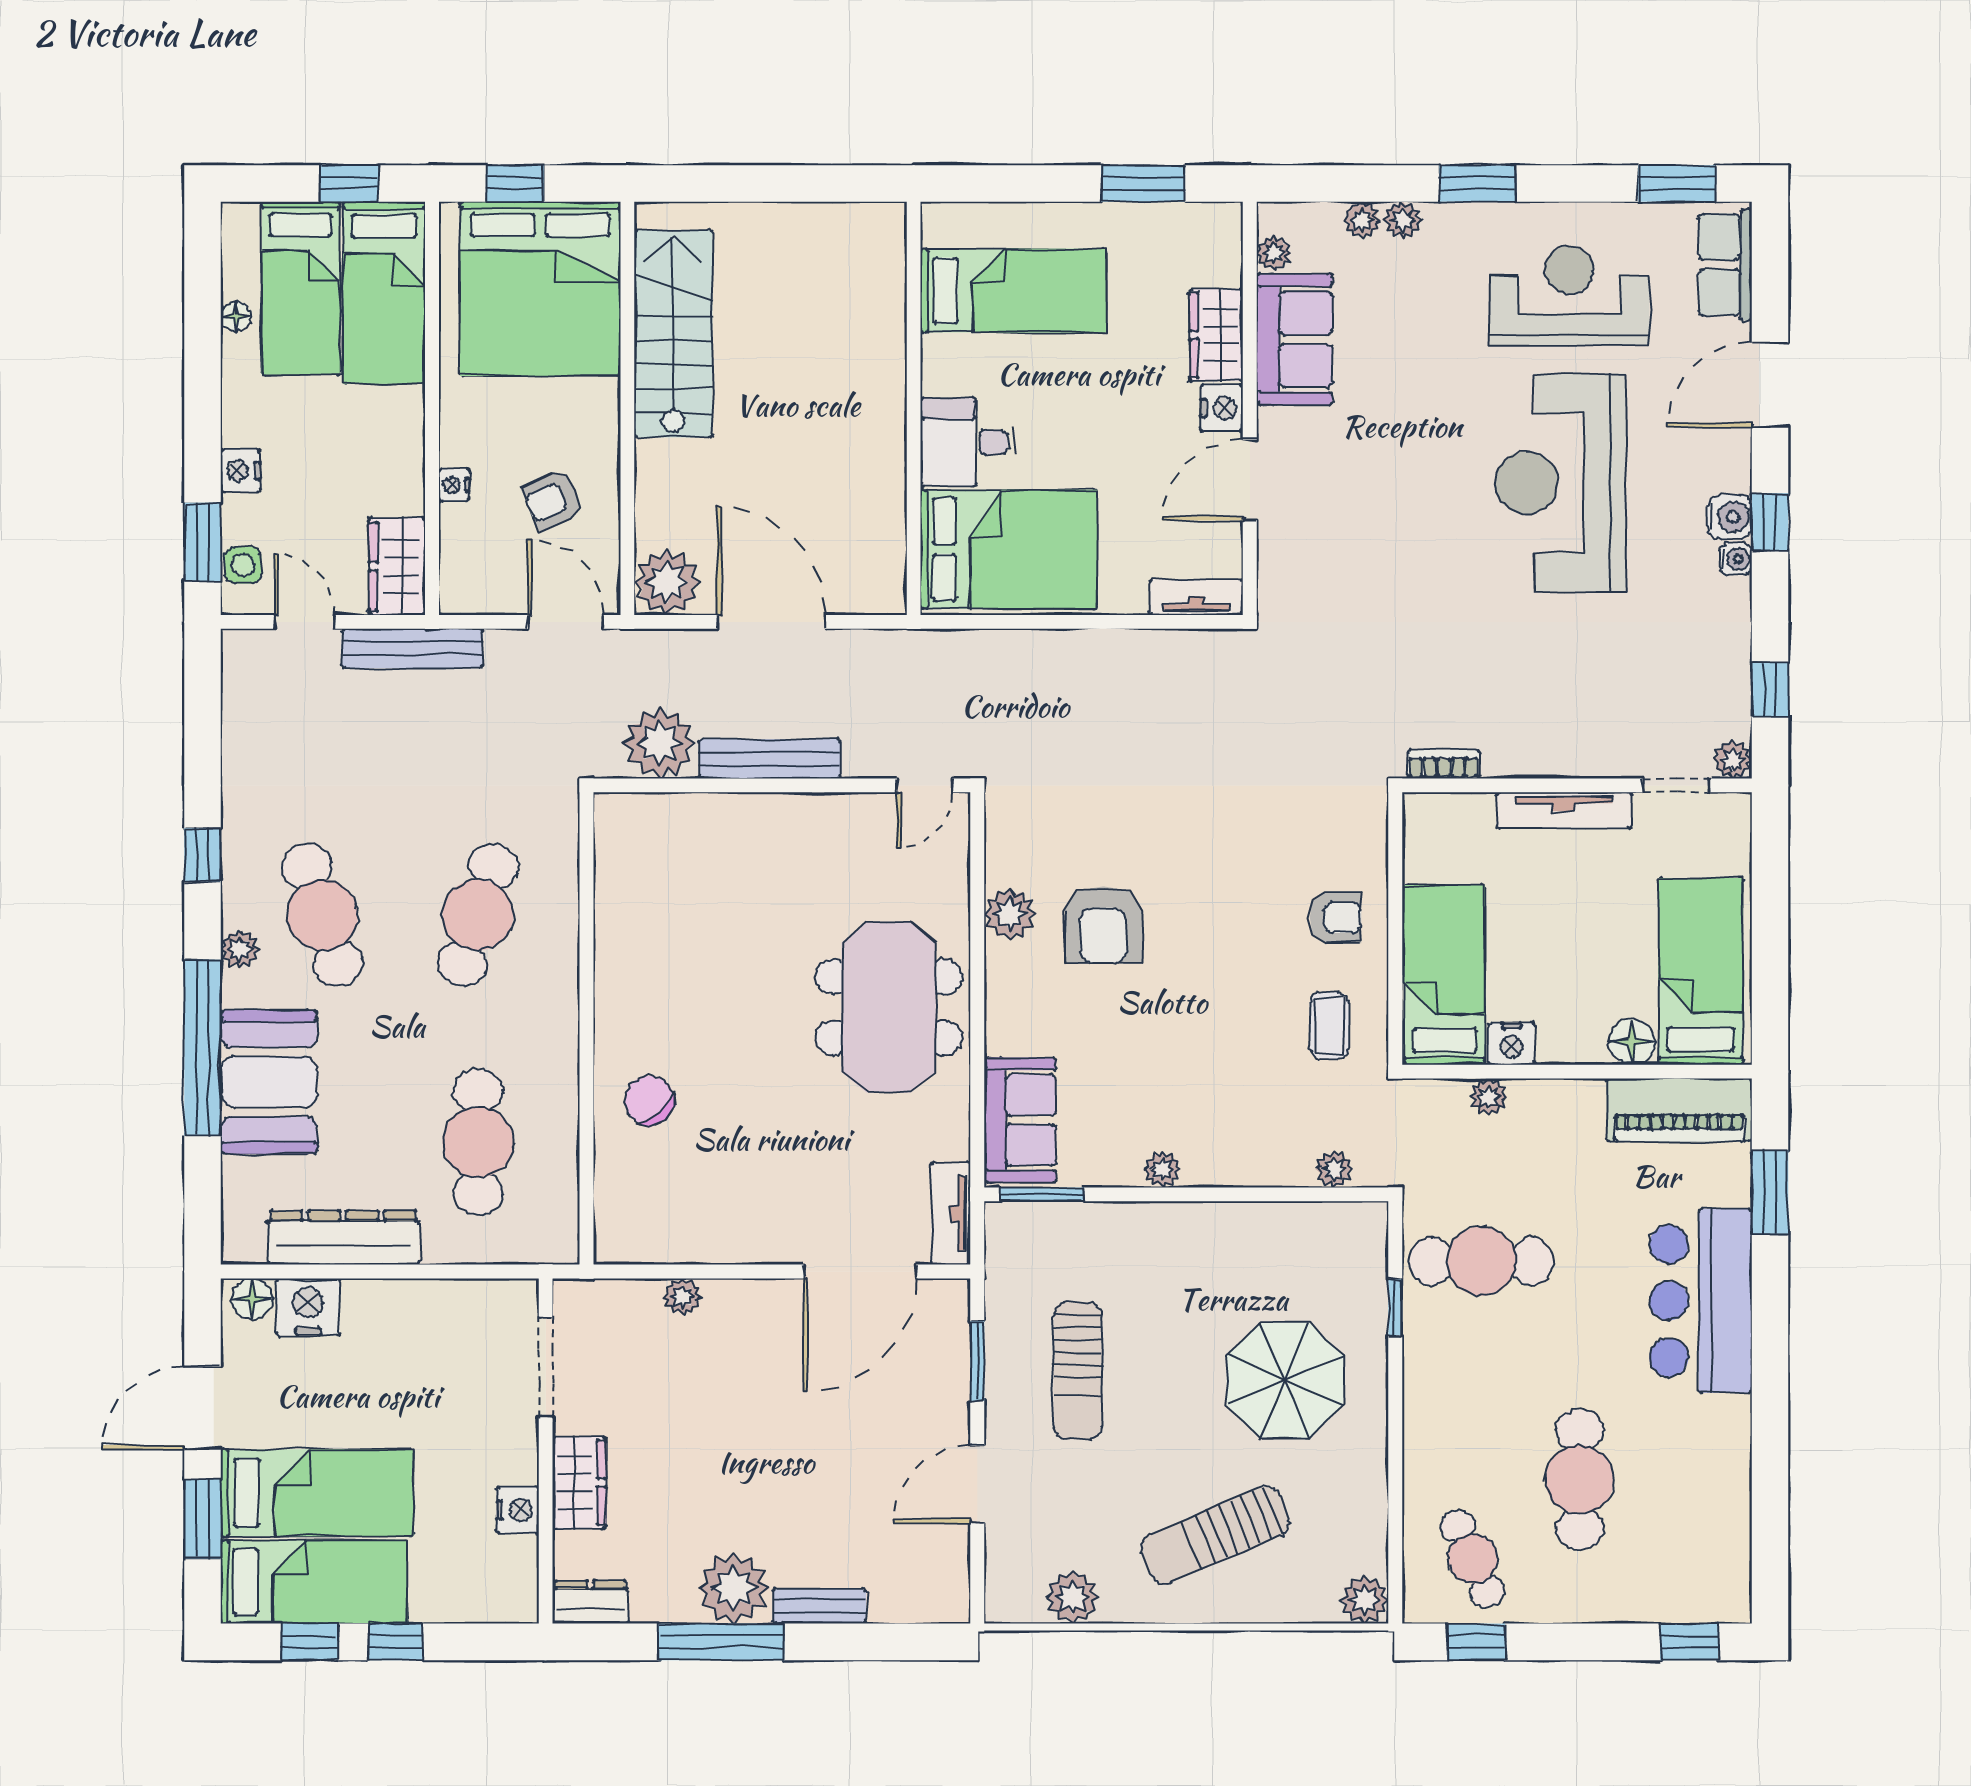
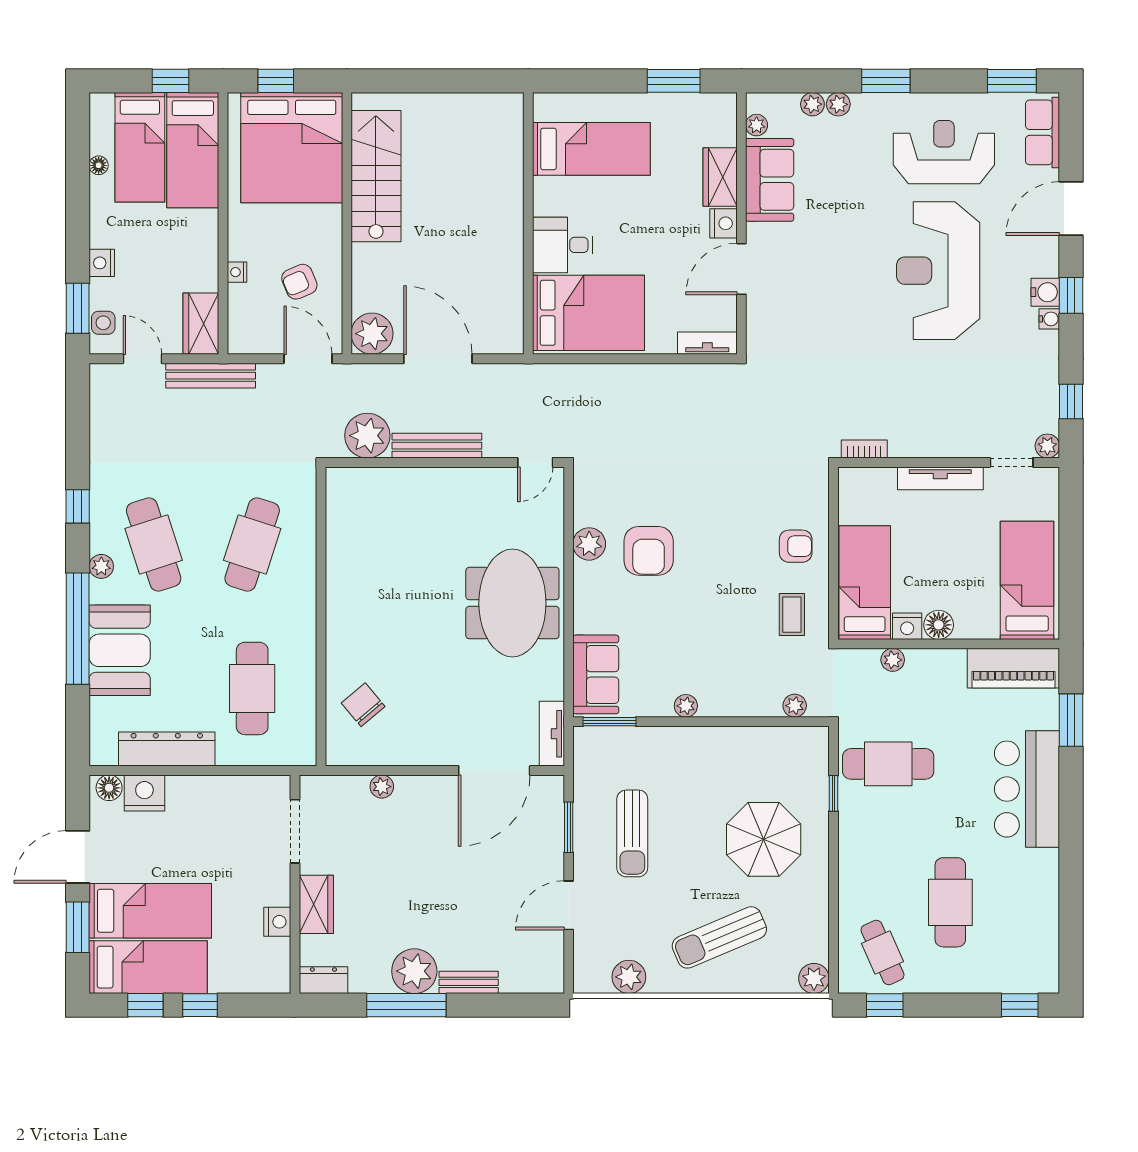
floor lamp: (1632, 1042) -> (939, 625), moved
chair: (649, 1100) -> (363, 705), moved

